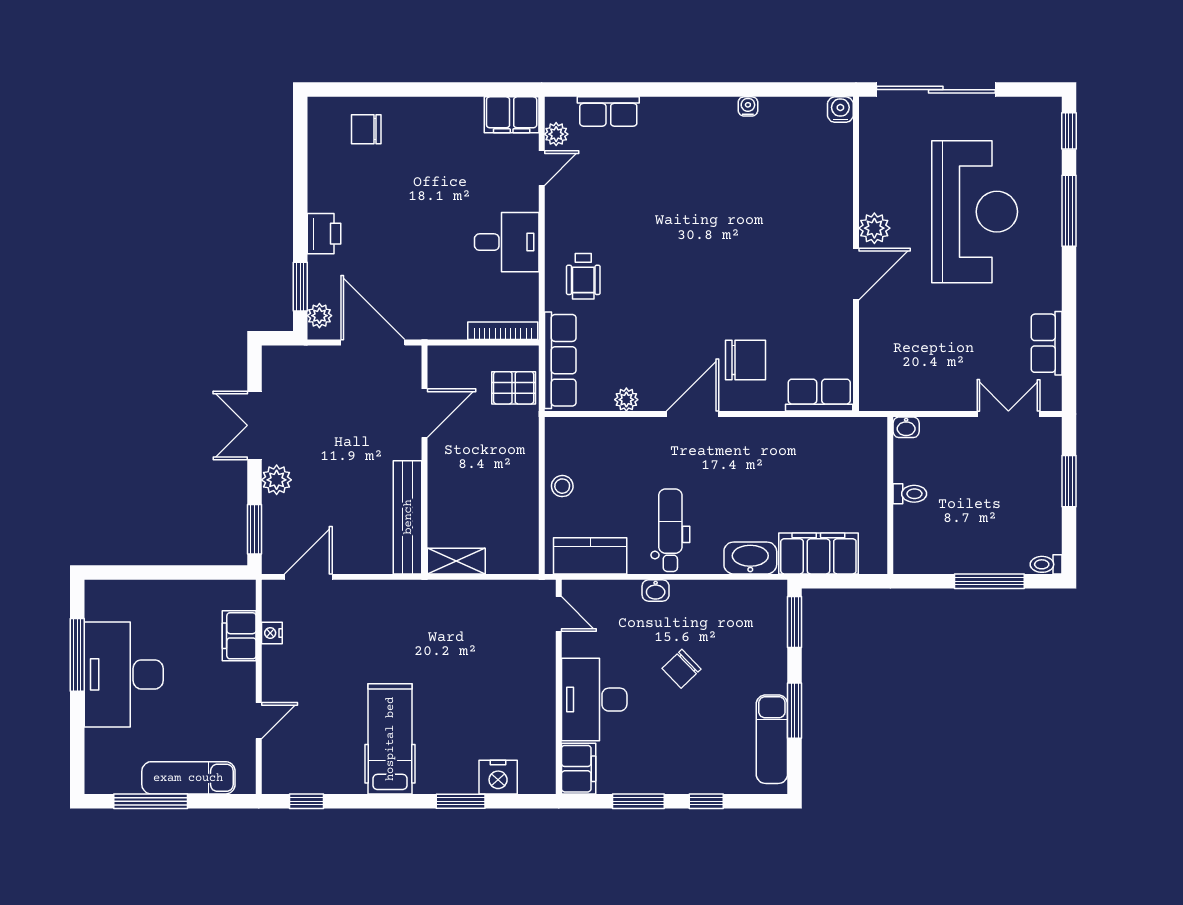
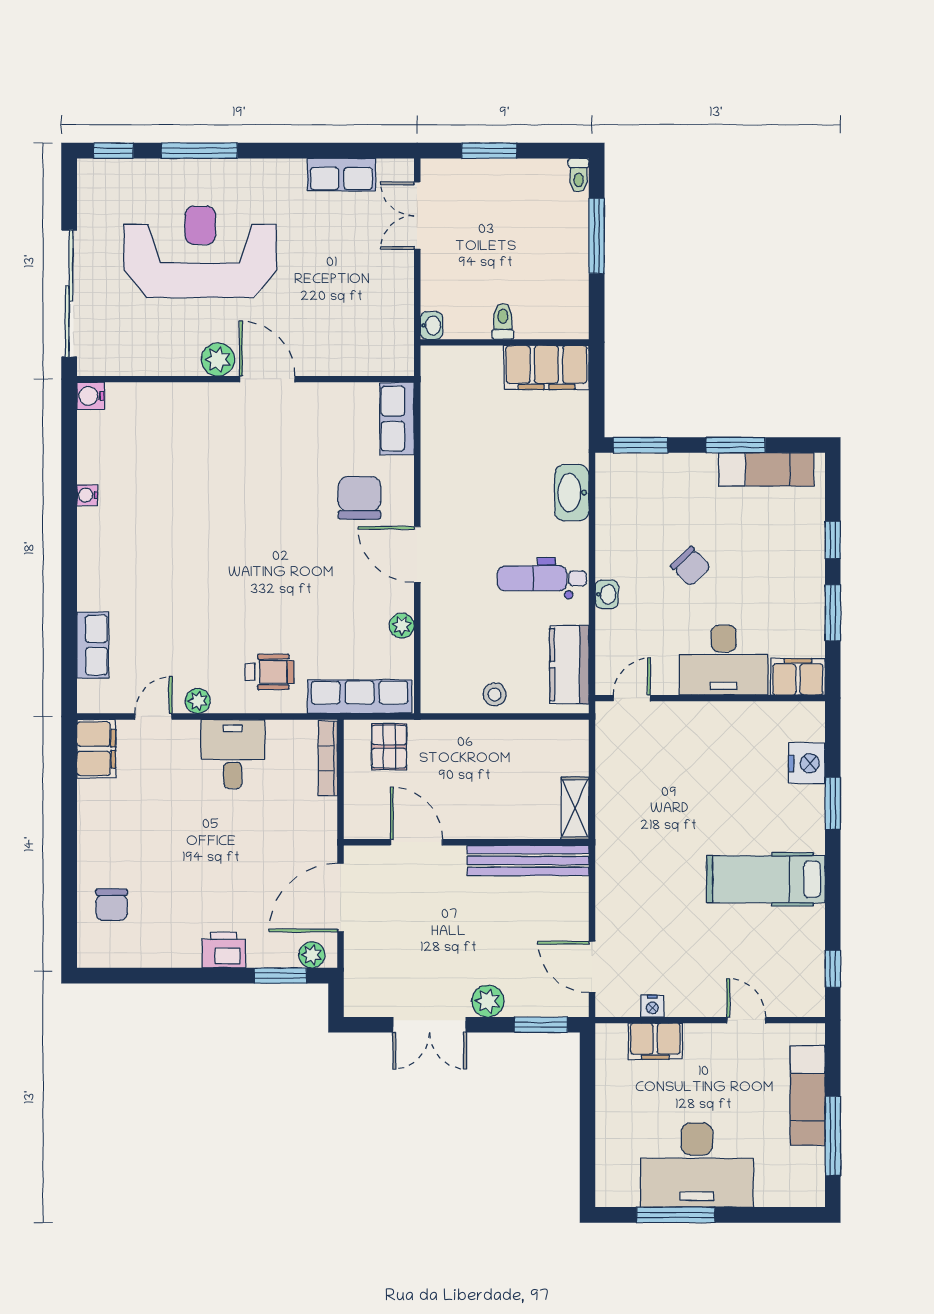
plant: (556, 134) -> (198, 701), moved
door: (542, 168) -> (153, 716), hinge flipped
filing cabinet: (818, 553) -> (546, 367), moved, turned -90

